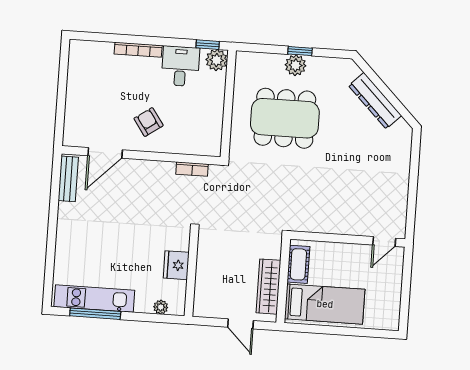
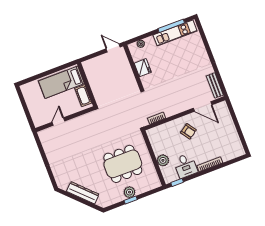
plant: (217, 60) -> (163, 160), moved
door: (105, 153) -> (203, 107), swing flipped
door: (384, 242) -> (58, 122), moved
wardrobe: (268, 287) -> (93, 78), removed
door: (241, 324) -> (113, 48), moved

